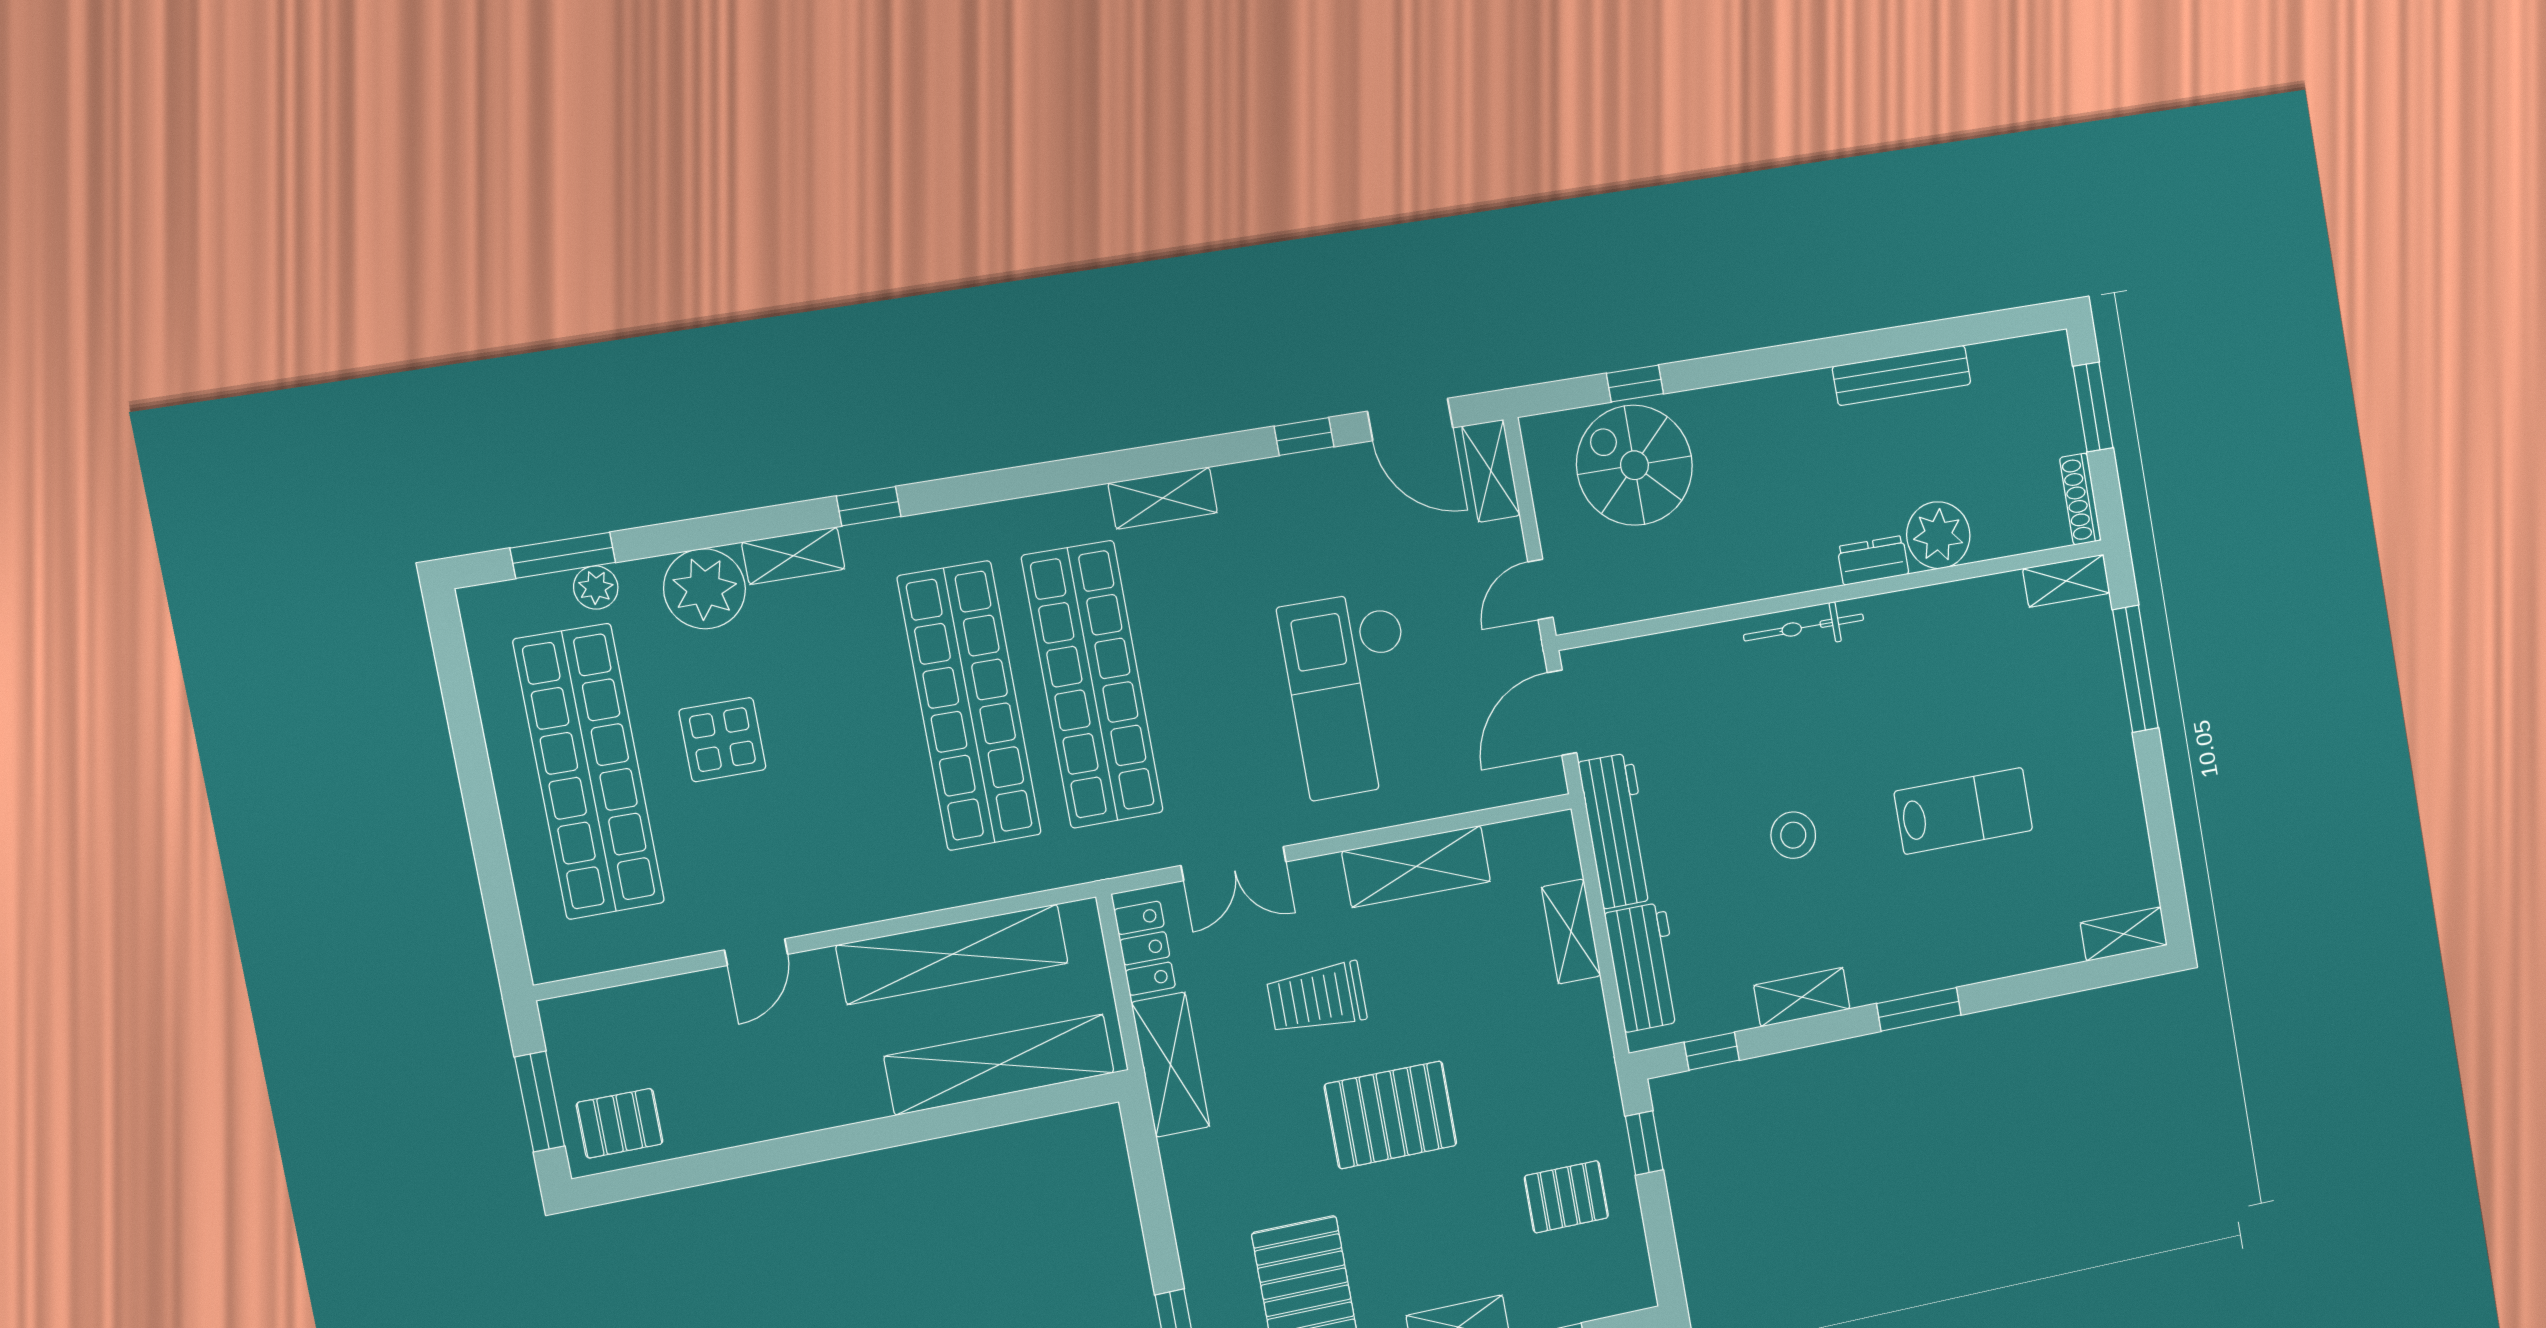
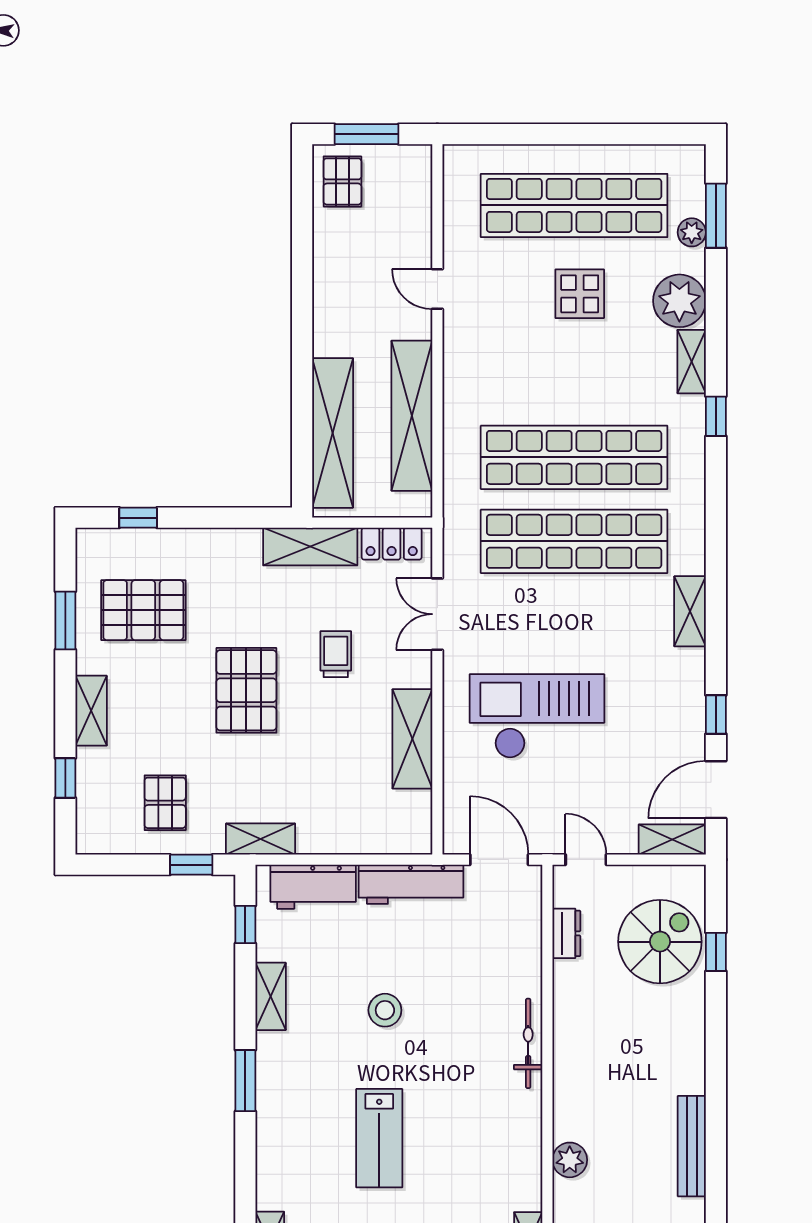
plant: (1938, 535) -> (570, 1160), width x0.73, depth x0.73
dresser: (1873, 560) -> (566, 933), moved
shelving: (1571, 931) -> (261, 839), moved
trolley: (1317, 998) -> (336, 654), width x0.73, depth x0.72

